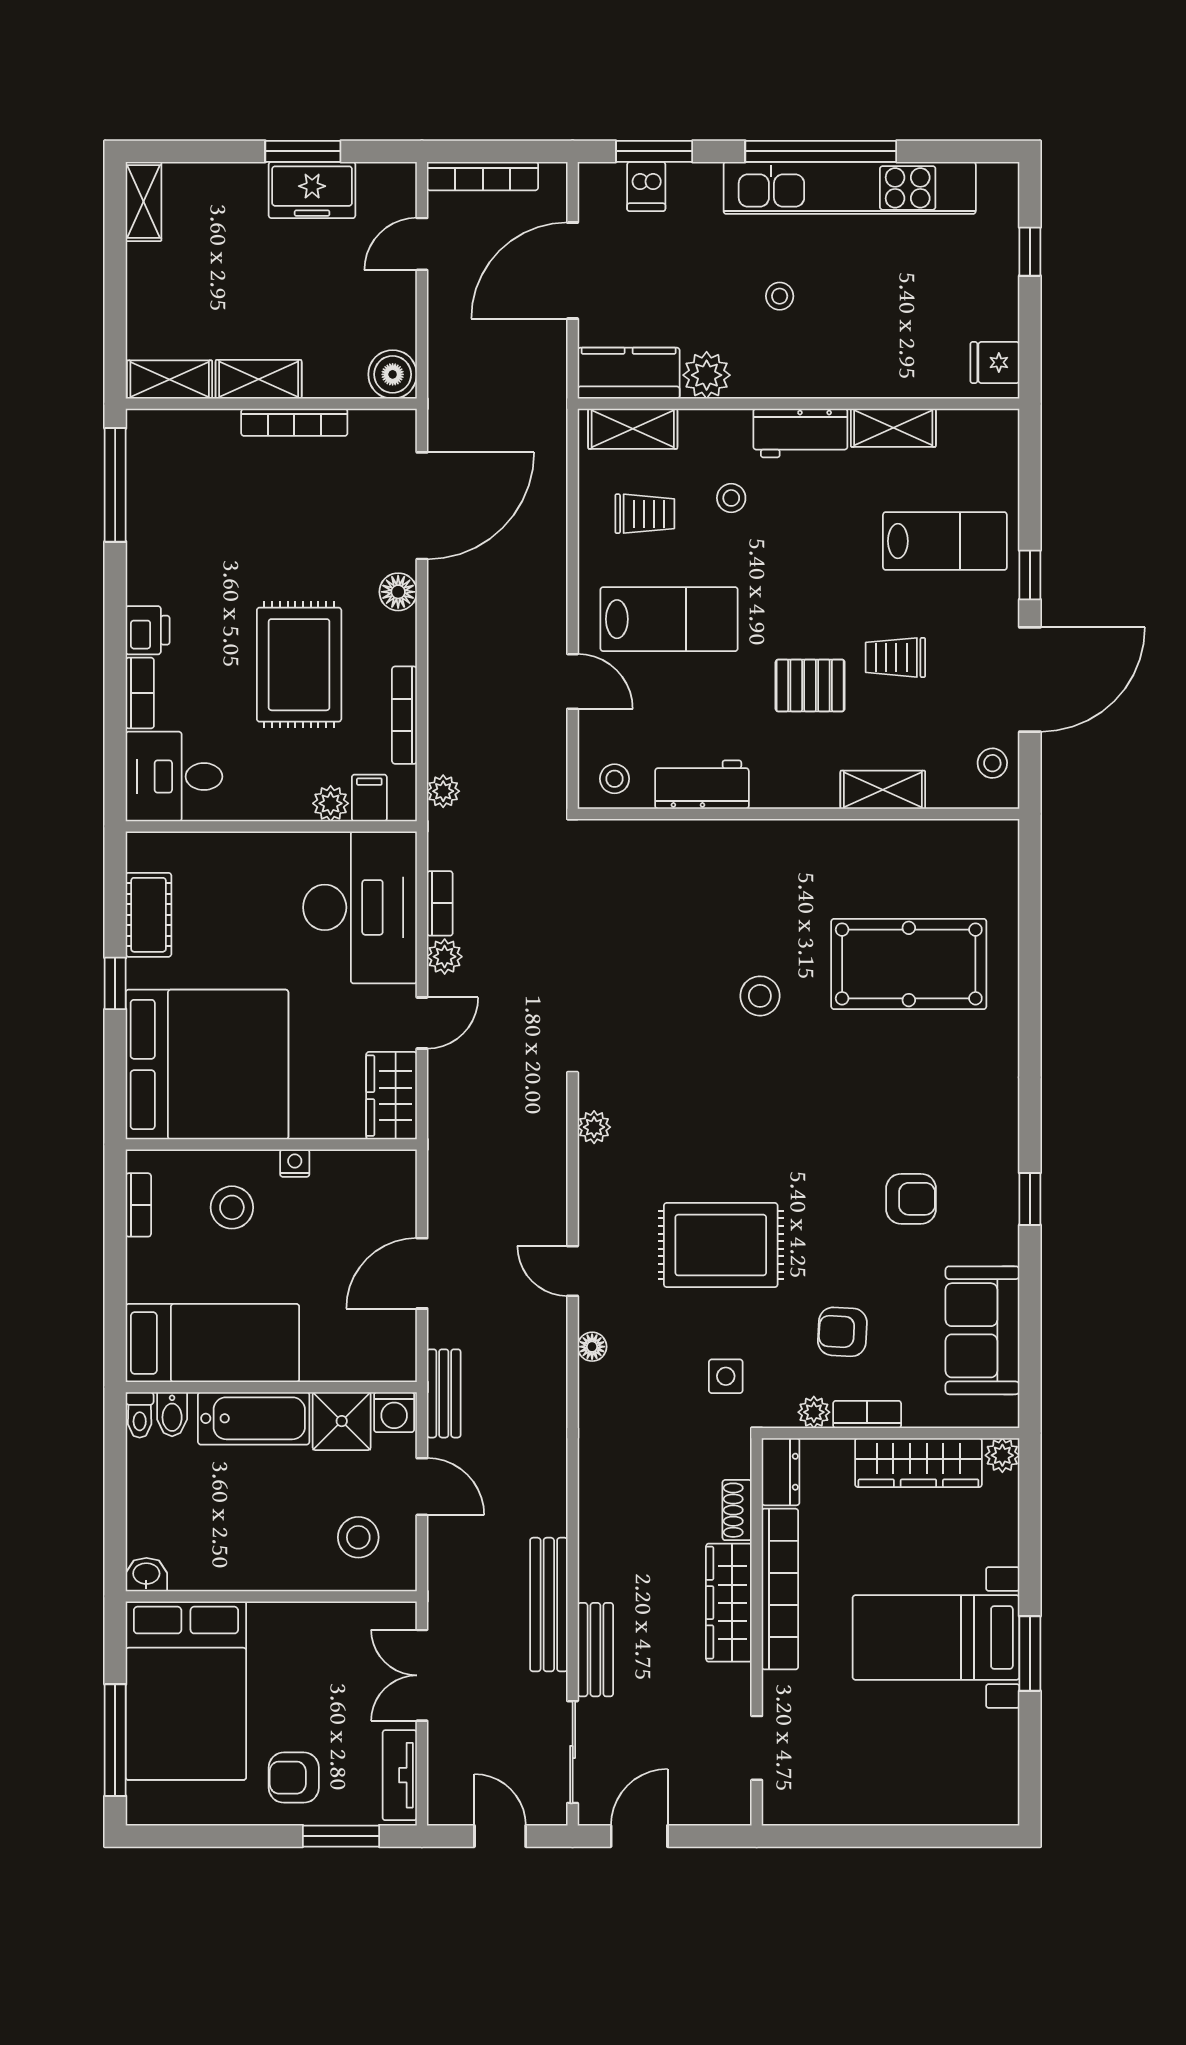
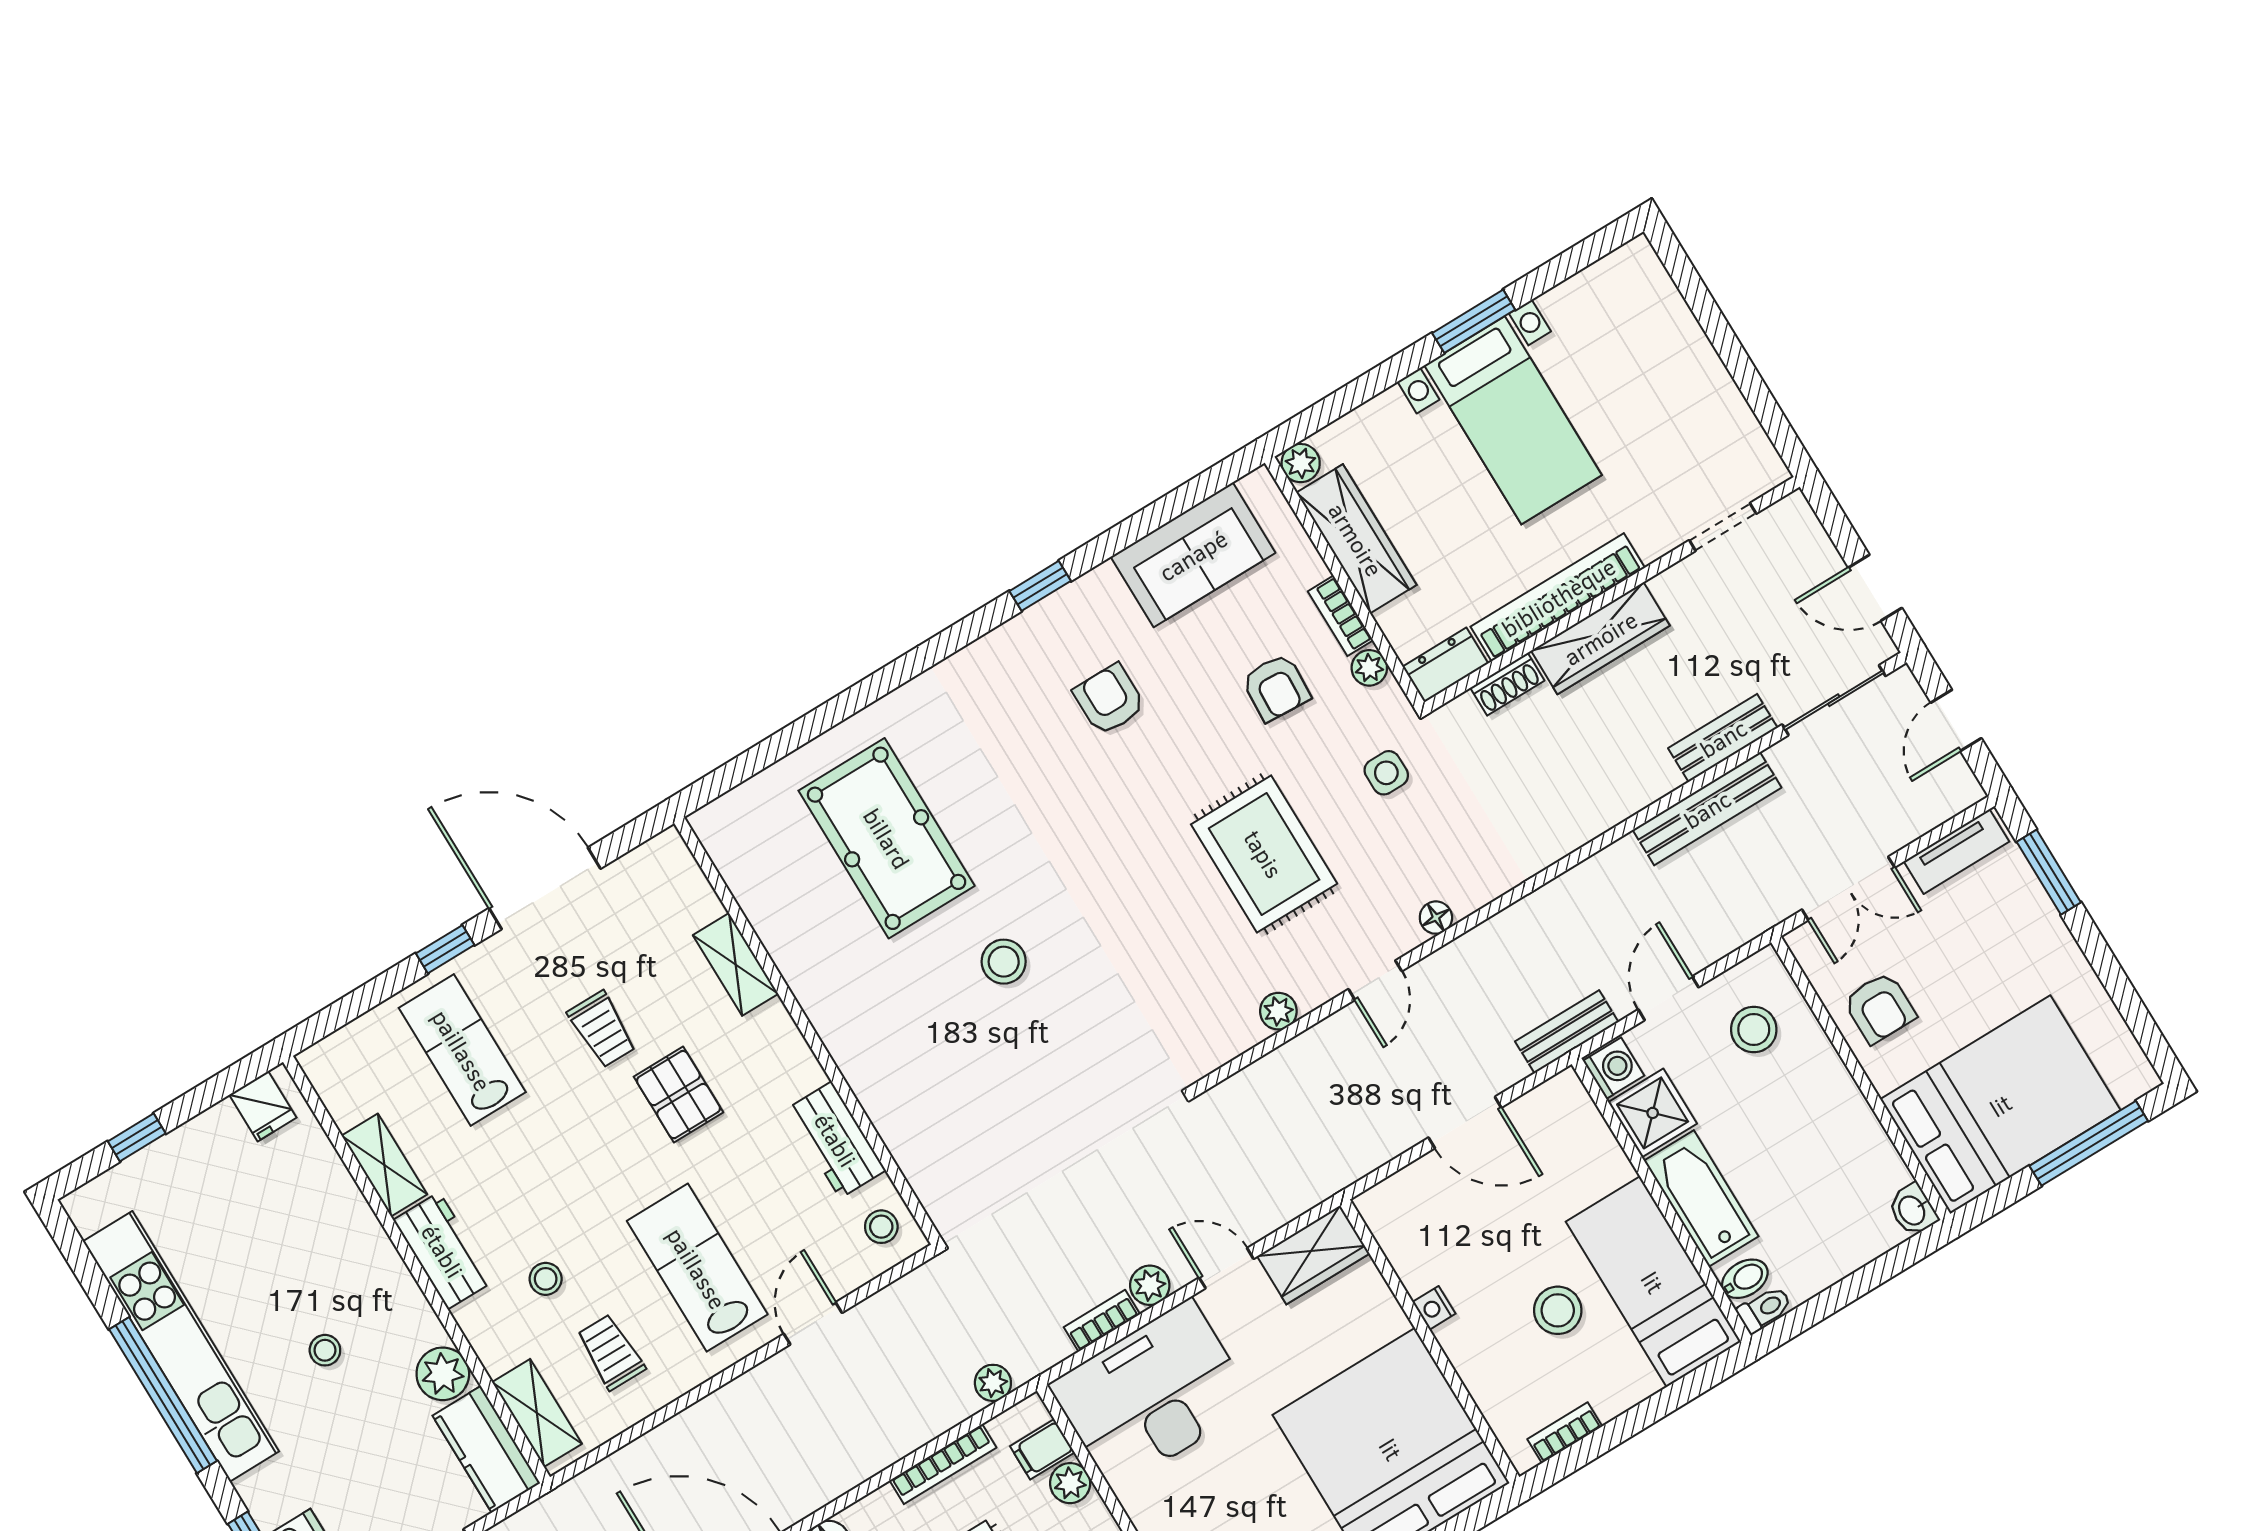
stool: (992, 763) -> (646, 875), removed
plant: (594, 1127) -> (1278, 1011), moved
stool: (232, 1207) -> (1558, 1310), moved
armchair: (294, 1778) -> (1880, 1008), moved

